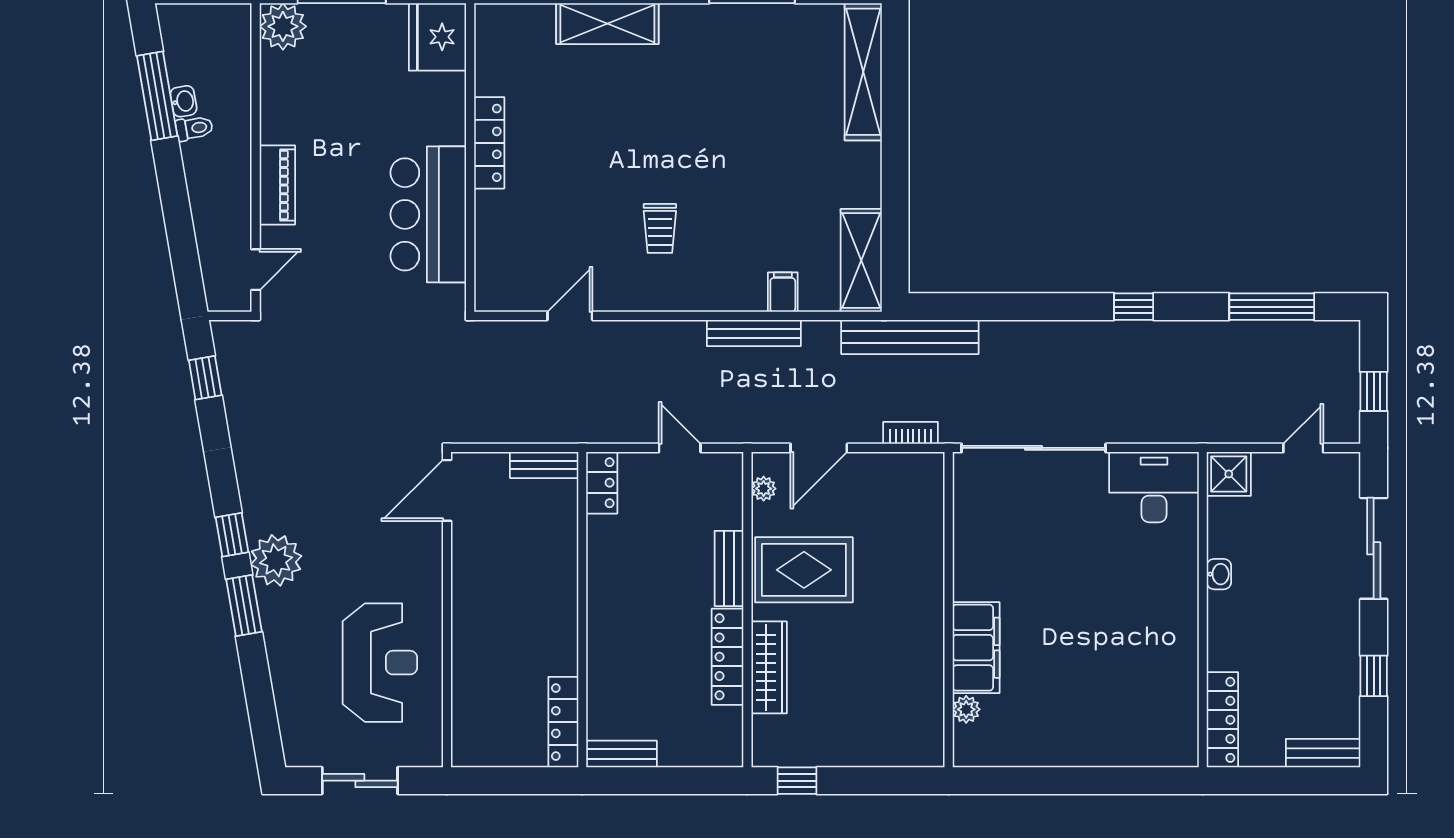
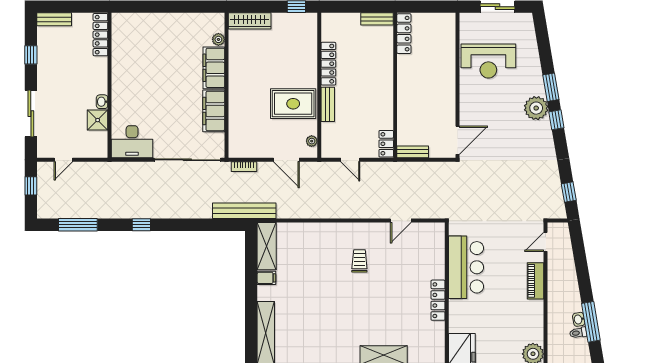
toilet: (194, 128) -> (578, 333), moved
filing cabinet: (783, 292) -> (266, 278), moved, turned -90
bench: (754, 333) -> (316, 213), removed
door: (819, 448) -> (286, 160), swing flipped
shower: (1229, 474) -> (98, 120), moved
filing cabinet: (976, 554) -> (214, 111), added
reception desk: (380, 663) -> (488, 61), turned -90
wardrobe: (769, 667) -> (250, 21), moved, turned -90

